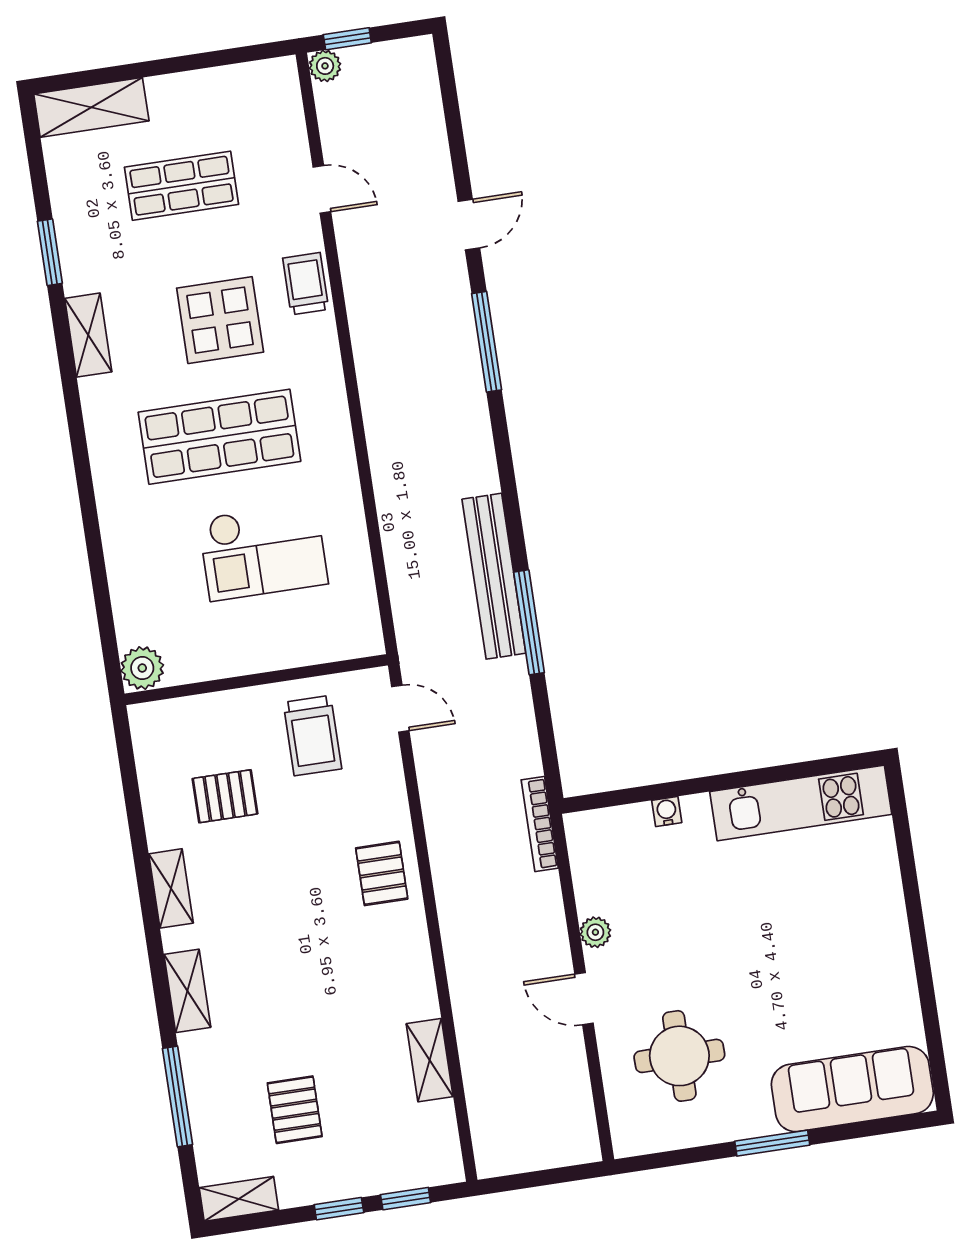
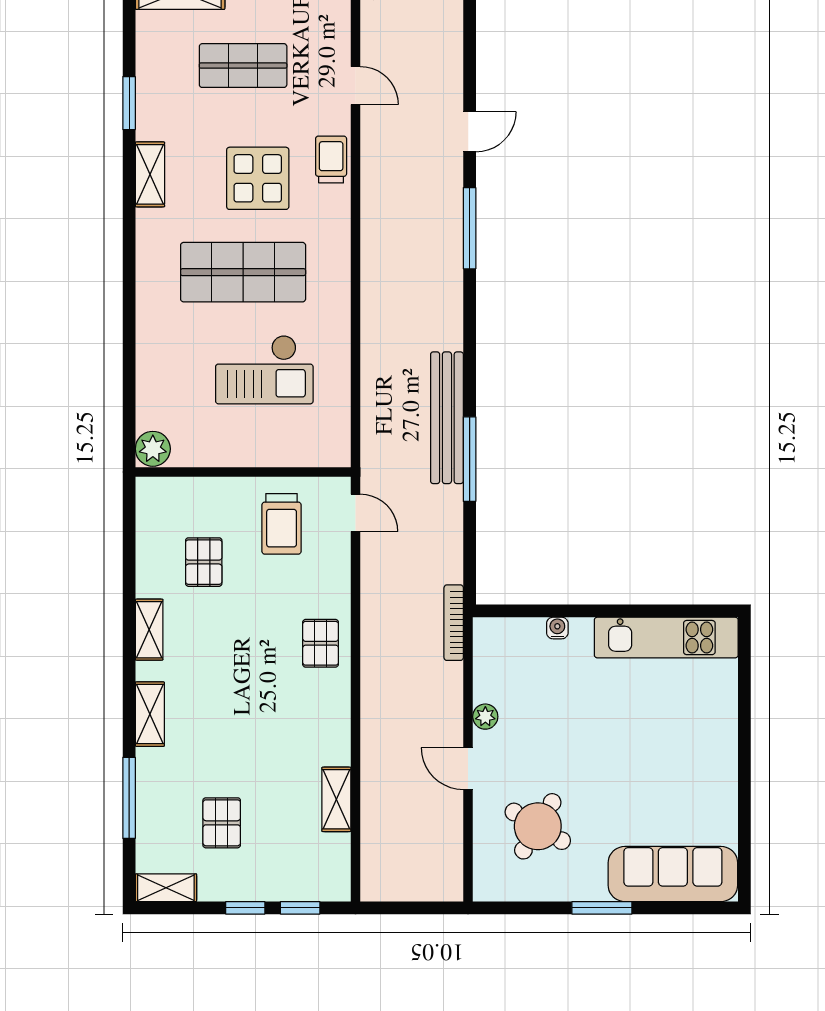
pallet: (225, 796) -> (204, 562), turned 90
round table: (679, 1056) -> (538, 826), turned 31

